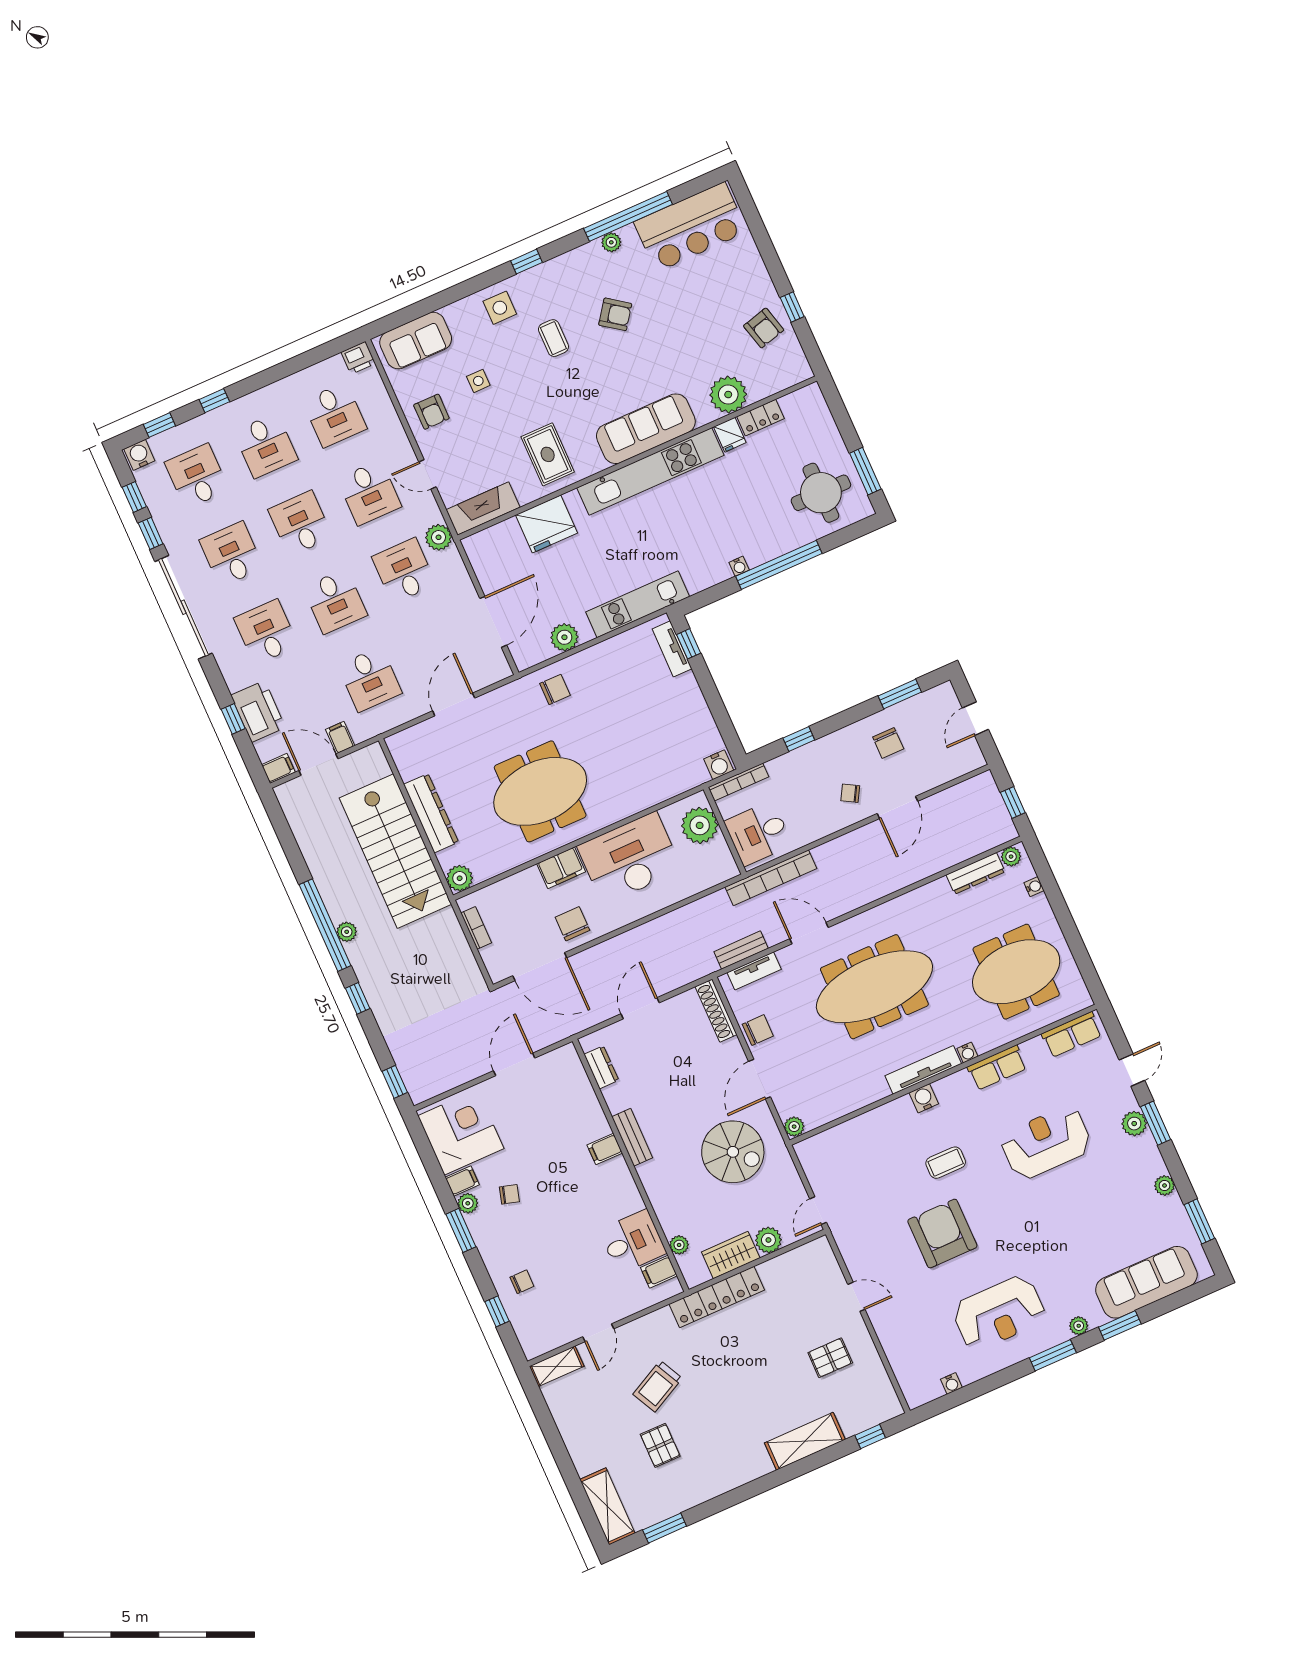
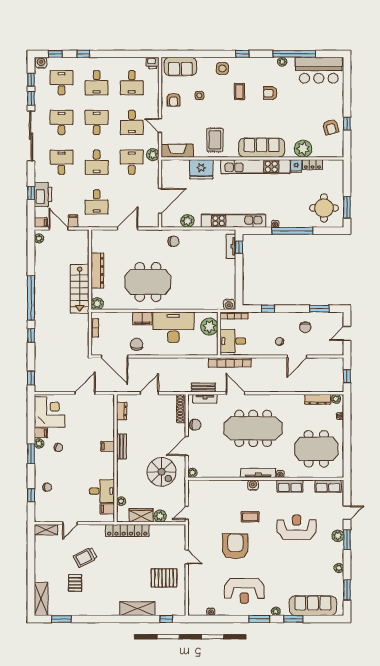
armchair: (615, 314) -> (270, 93), turned 144
kitchen unit: (638, 604) -> (233, 221), width x1.36
stairs: (395, 851) -> (80, 289), width x0.73, depth x0.66
plant: (347, 932) -> (39, 238), moved
pallet: (830, 1358) -> (164, 578), width x1.50, depth x1.42

